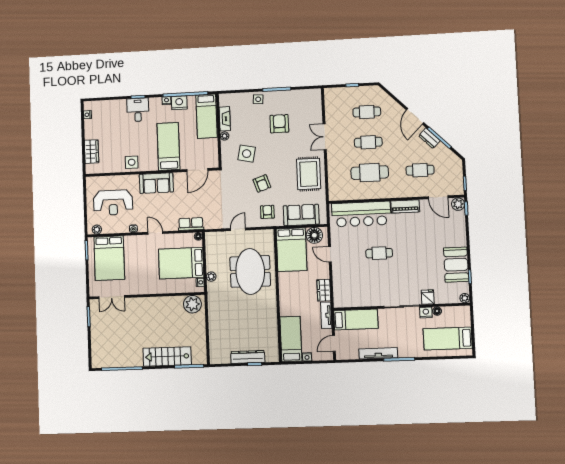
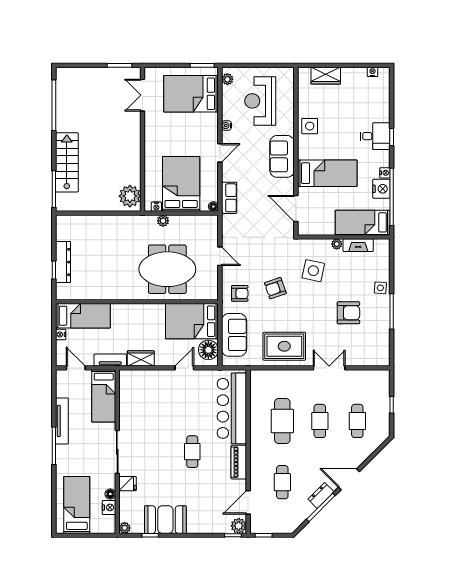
cafe table: (379, 253) -> (192, 452), moved
nightstand: (426, 313) -> (109, 507), moved

